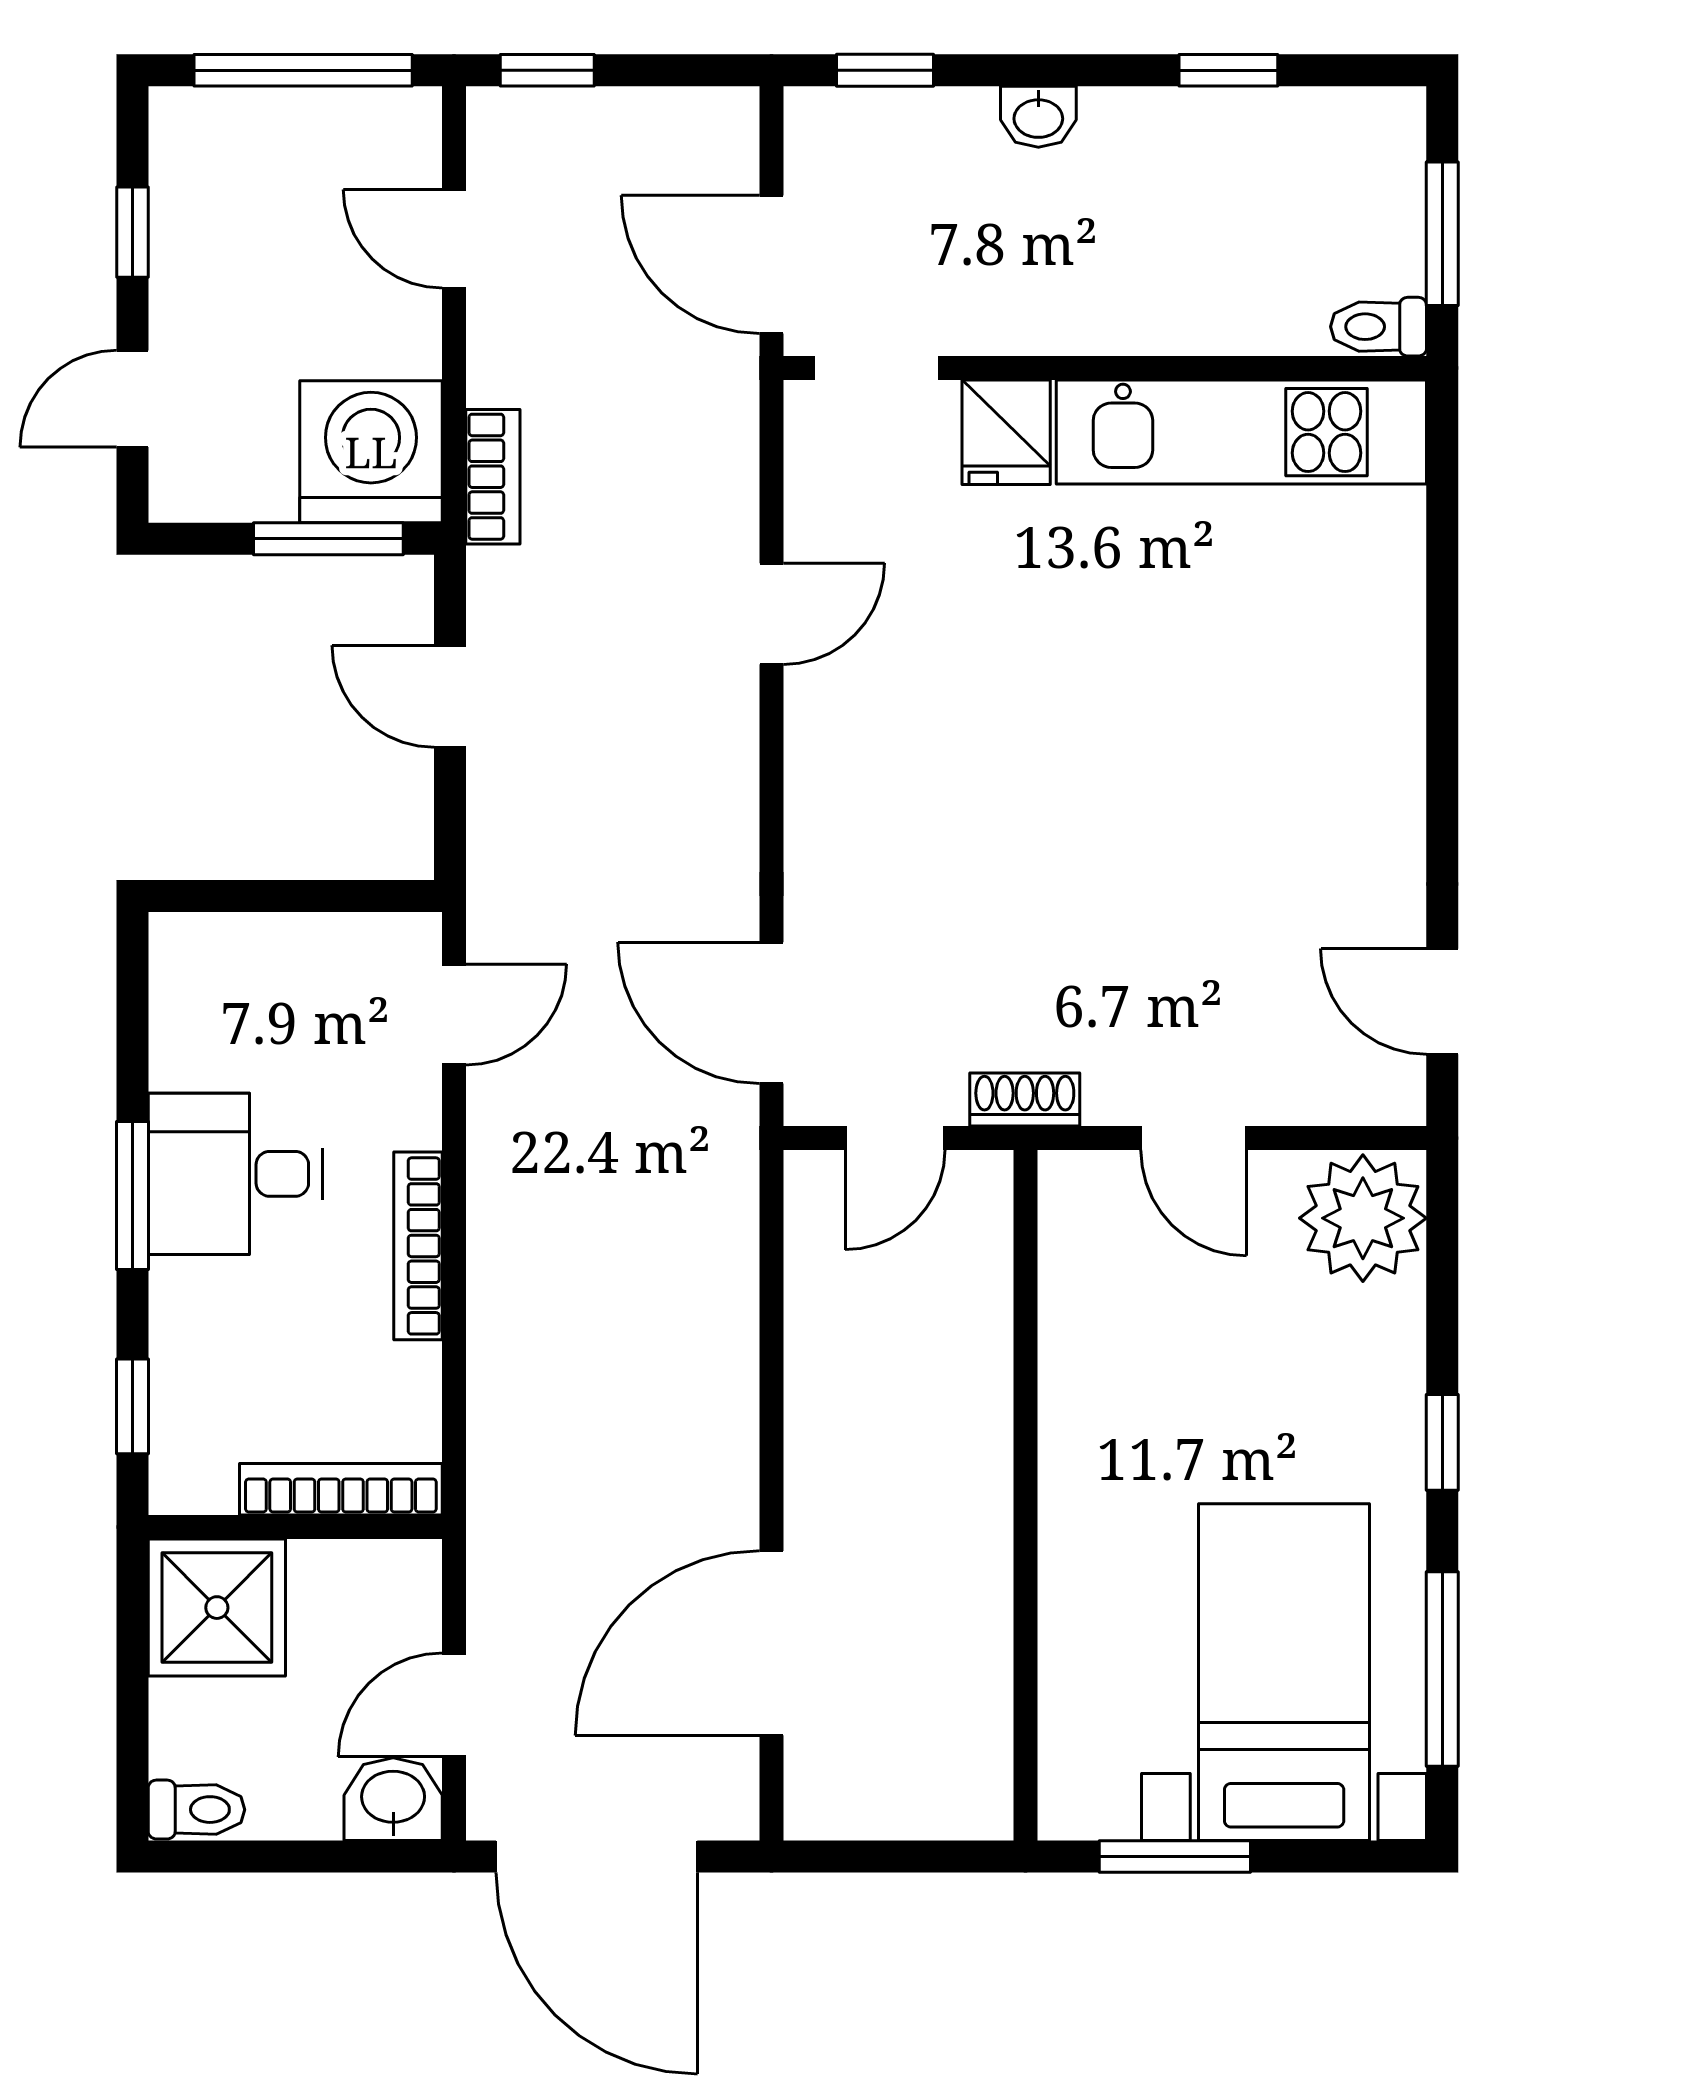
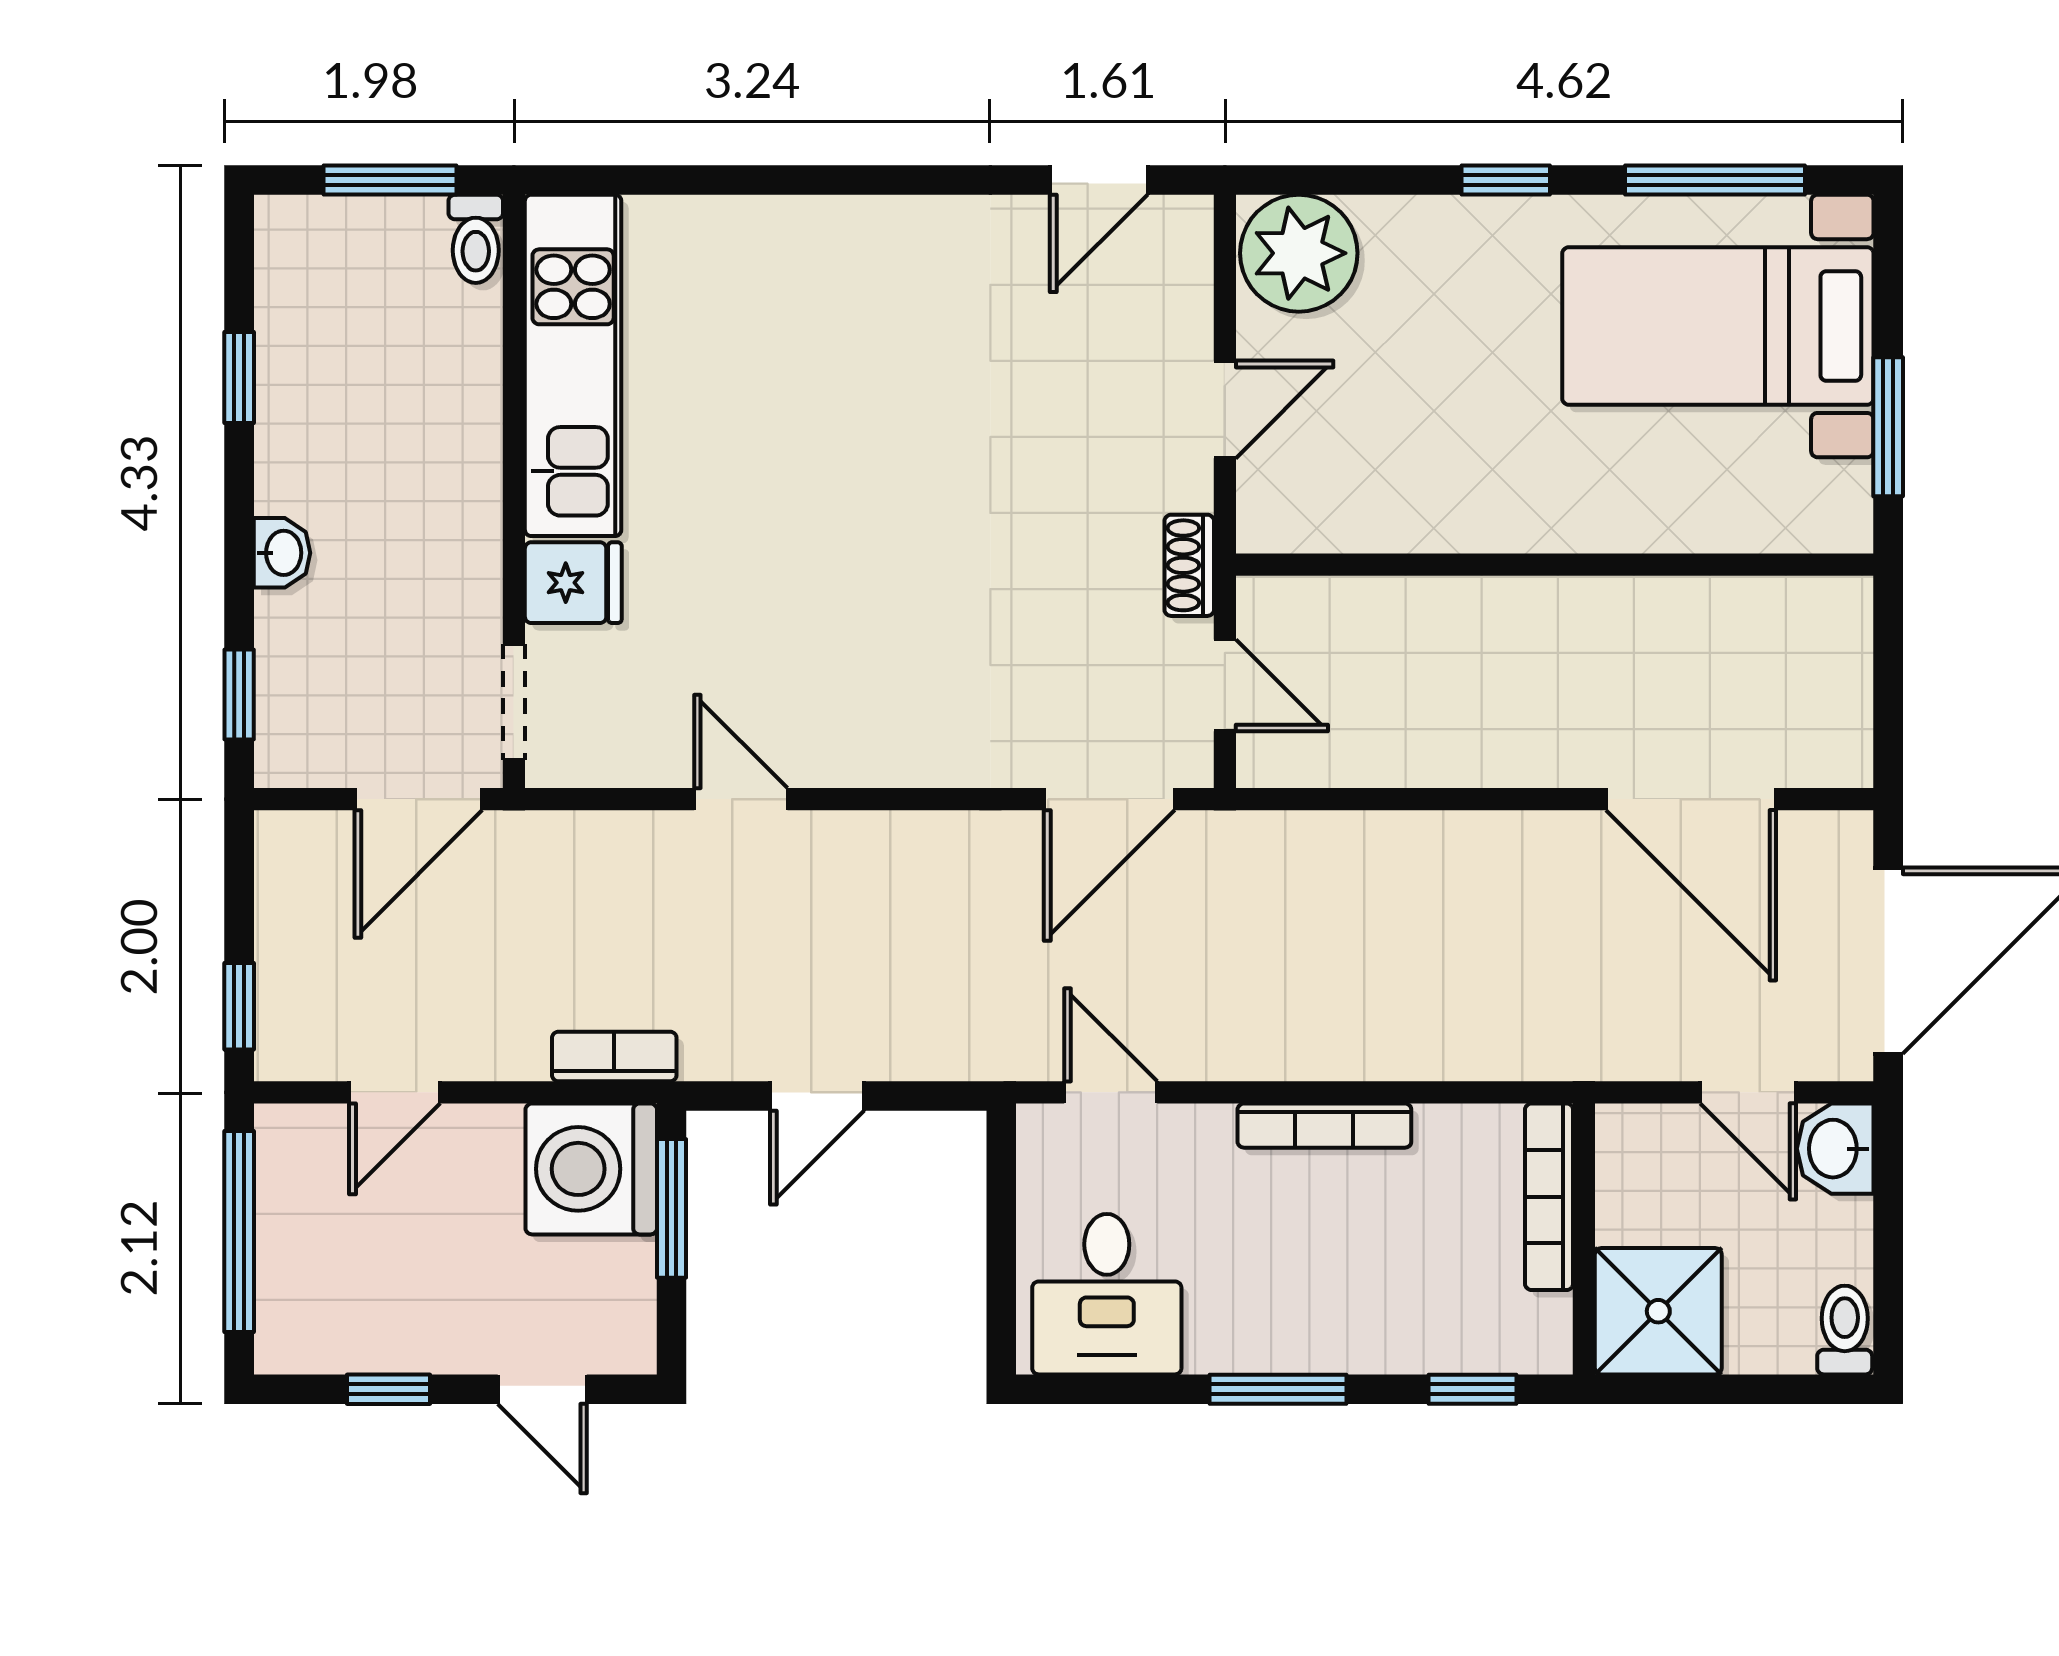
desk: (235, 1174) -> (1107, 1294), moved

